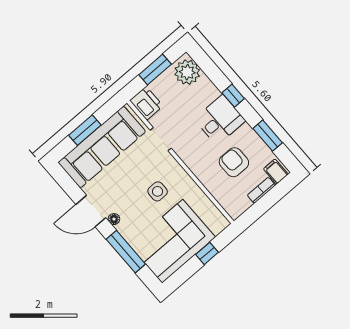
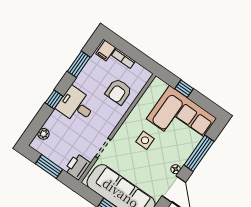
plant: (187, 72) -> (43, 134), width x0.53, depth x0.53
armchair: (234, 162) -> (119, 92), moved

